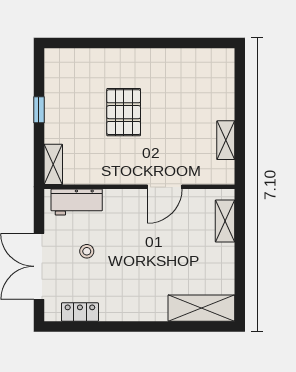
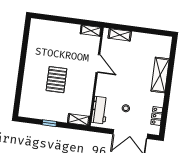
pallet: (124, 112) -> (56, 80), turned 90
shelving: (226, 140) -> (91, 31), moved
shelving: (201, 308) -> (160, 75), moved

